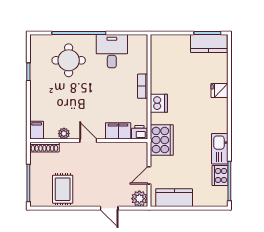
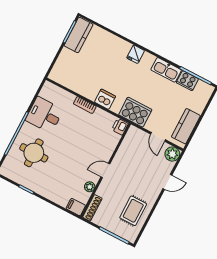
fridge: (219, 91) -> (136, 54), moved
filing cabinet: (118, 131) -> (110, 143), removed
rug: (63, 189) -> (133, 211), turned 90

